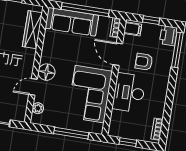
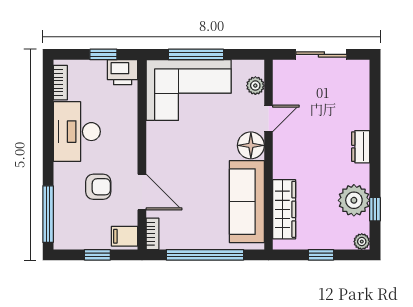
sofa: (72, 22) -> (247, 202), moved, turned -90
printer: (168, 36) -> (123, 72), moved, turned 90
desk: (129, 93) -> (77, 132), moved, turned 180
corner sofa: (90, 94) -> (189, 90), moved, turned 90

